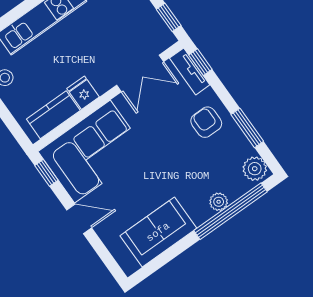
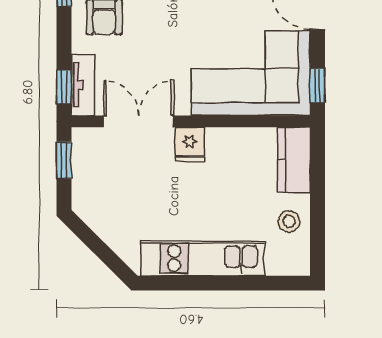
fridge: (83, 93) -> (190, 144), moved
kitchen counter: (53, 115) -> (294, 160), moved, turned 90

